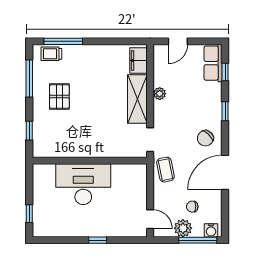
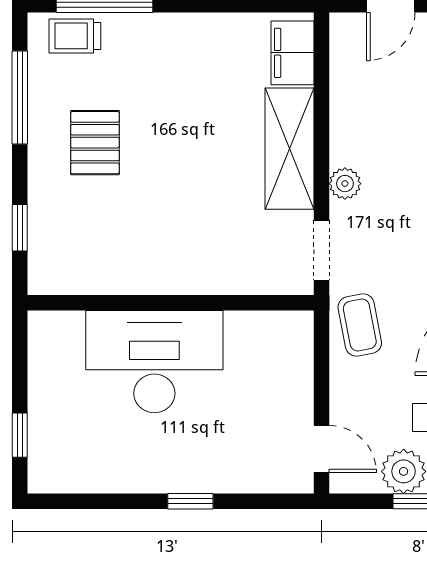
plant: (160, 94) -> (345, 184), moved

